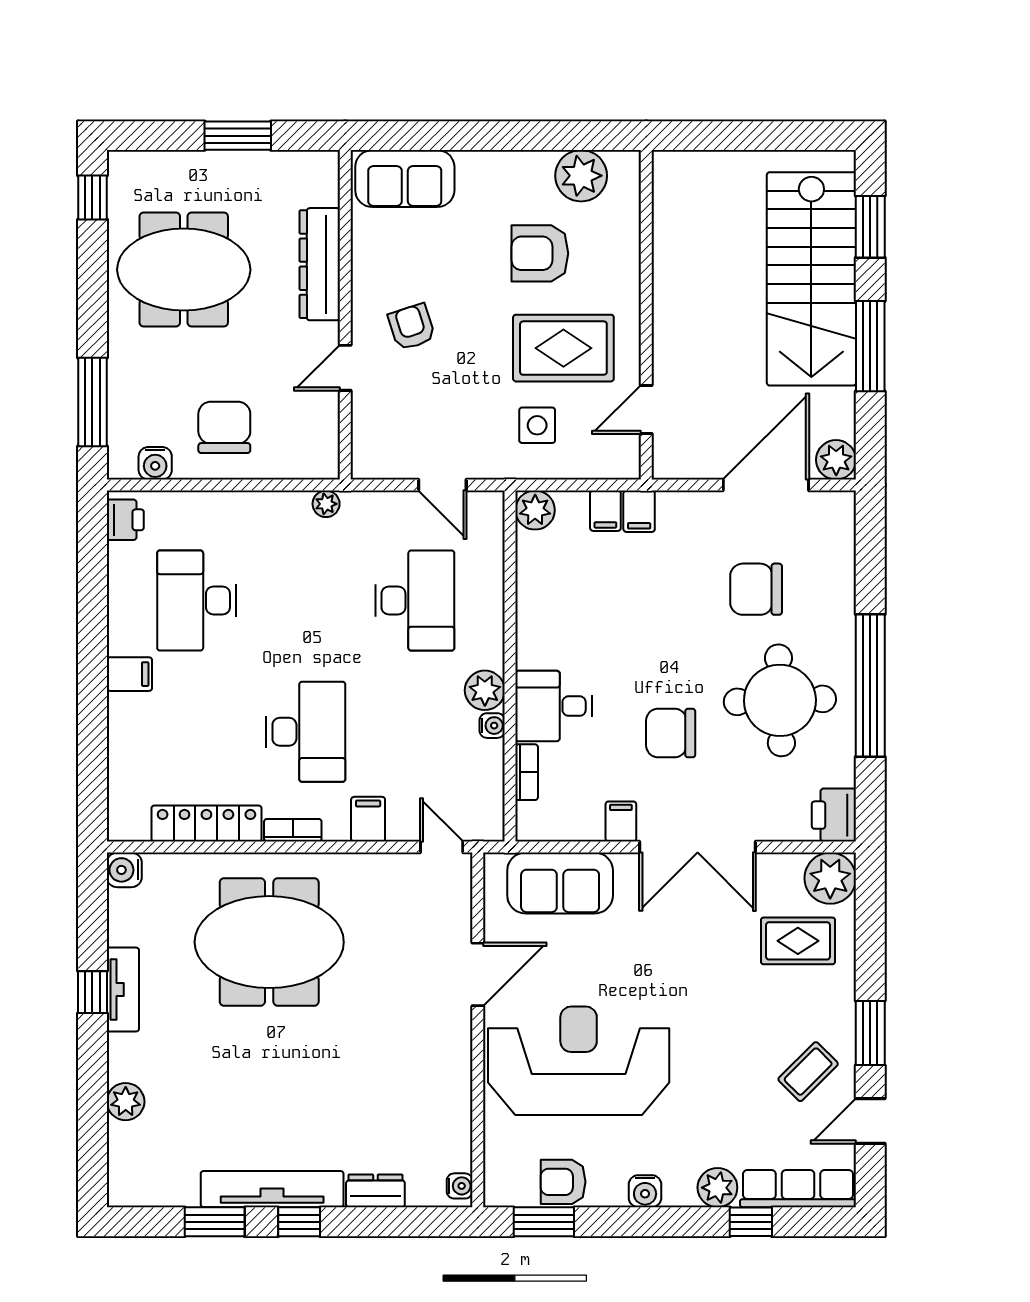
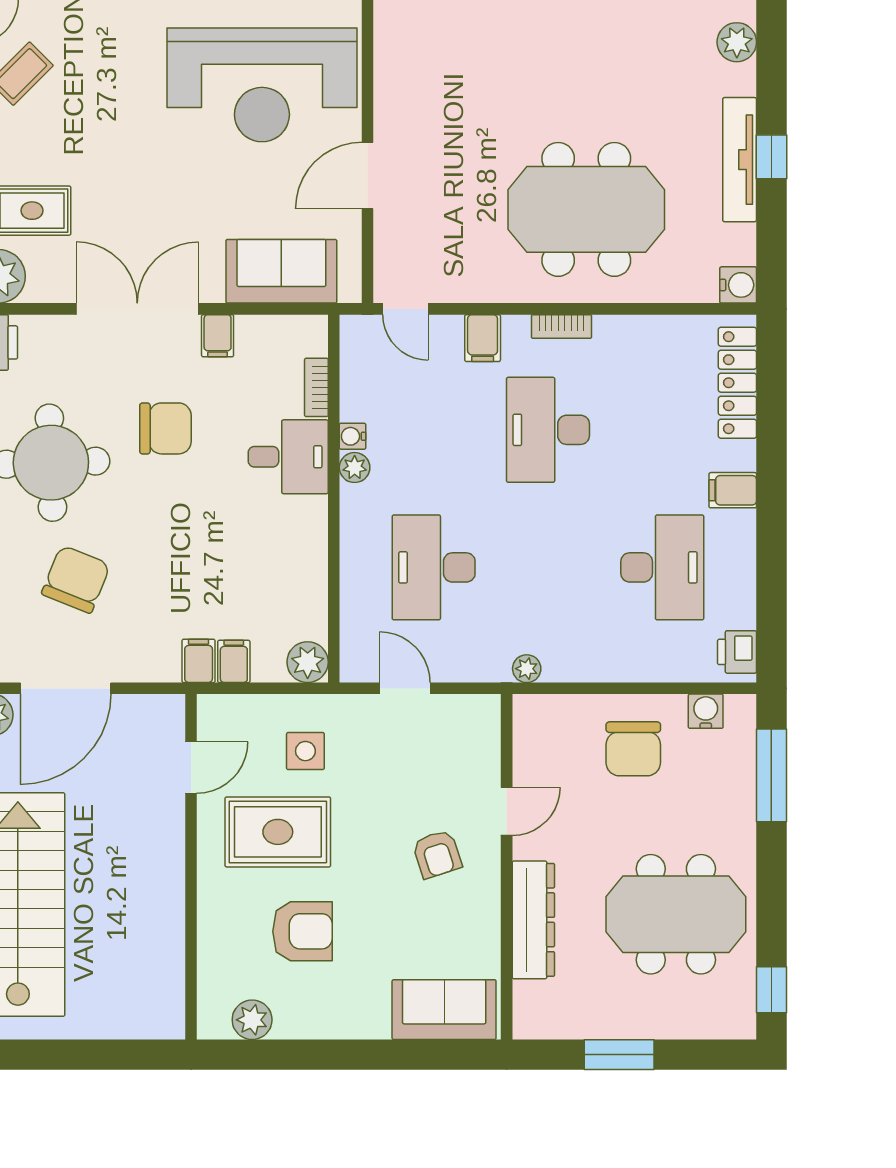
plant: (581, 176) -> (252, 1020), width x0.73, depth x0.73
chair: (756, 589) -> (76, 579), turned -68
plant: (485, 690) -> (355, 468), width x0.73, depth x0.73
locker: (206, 824) -> (737, 383), moved, turned 90
tv unit: (123, 990) -> (740, 160), width x1.41

